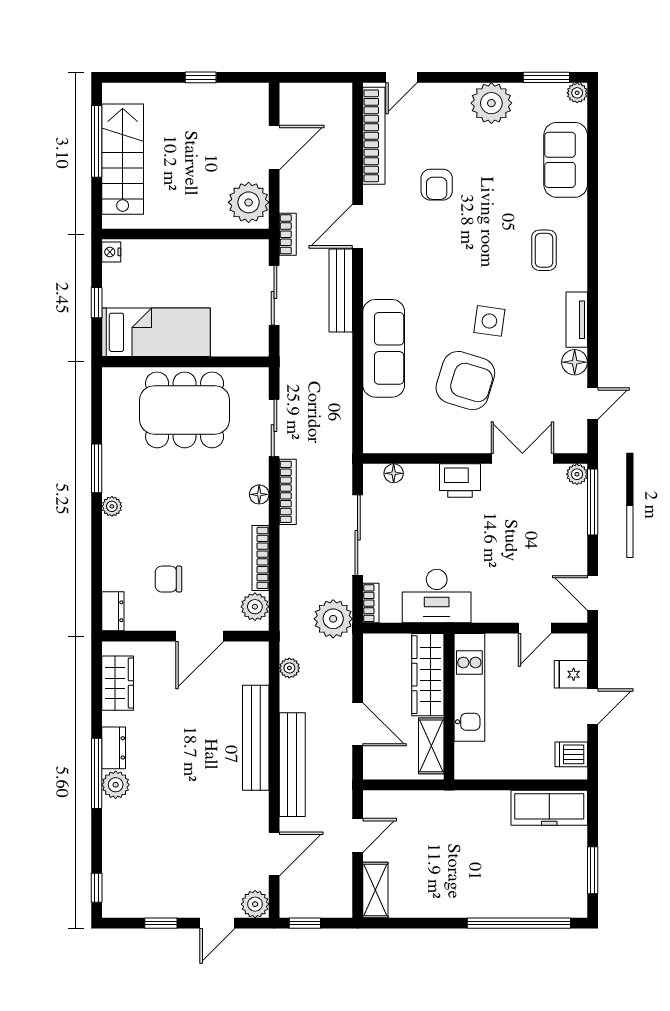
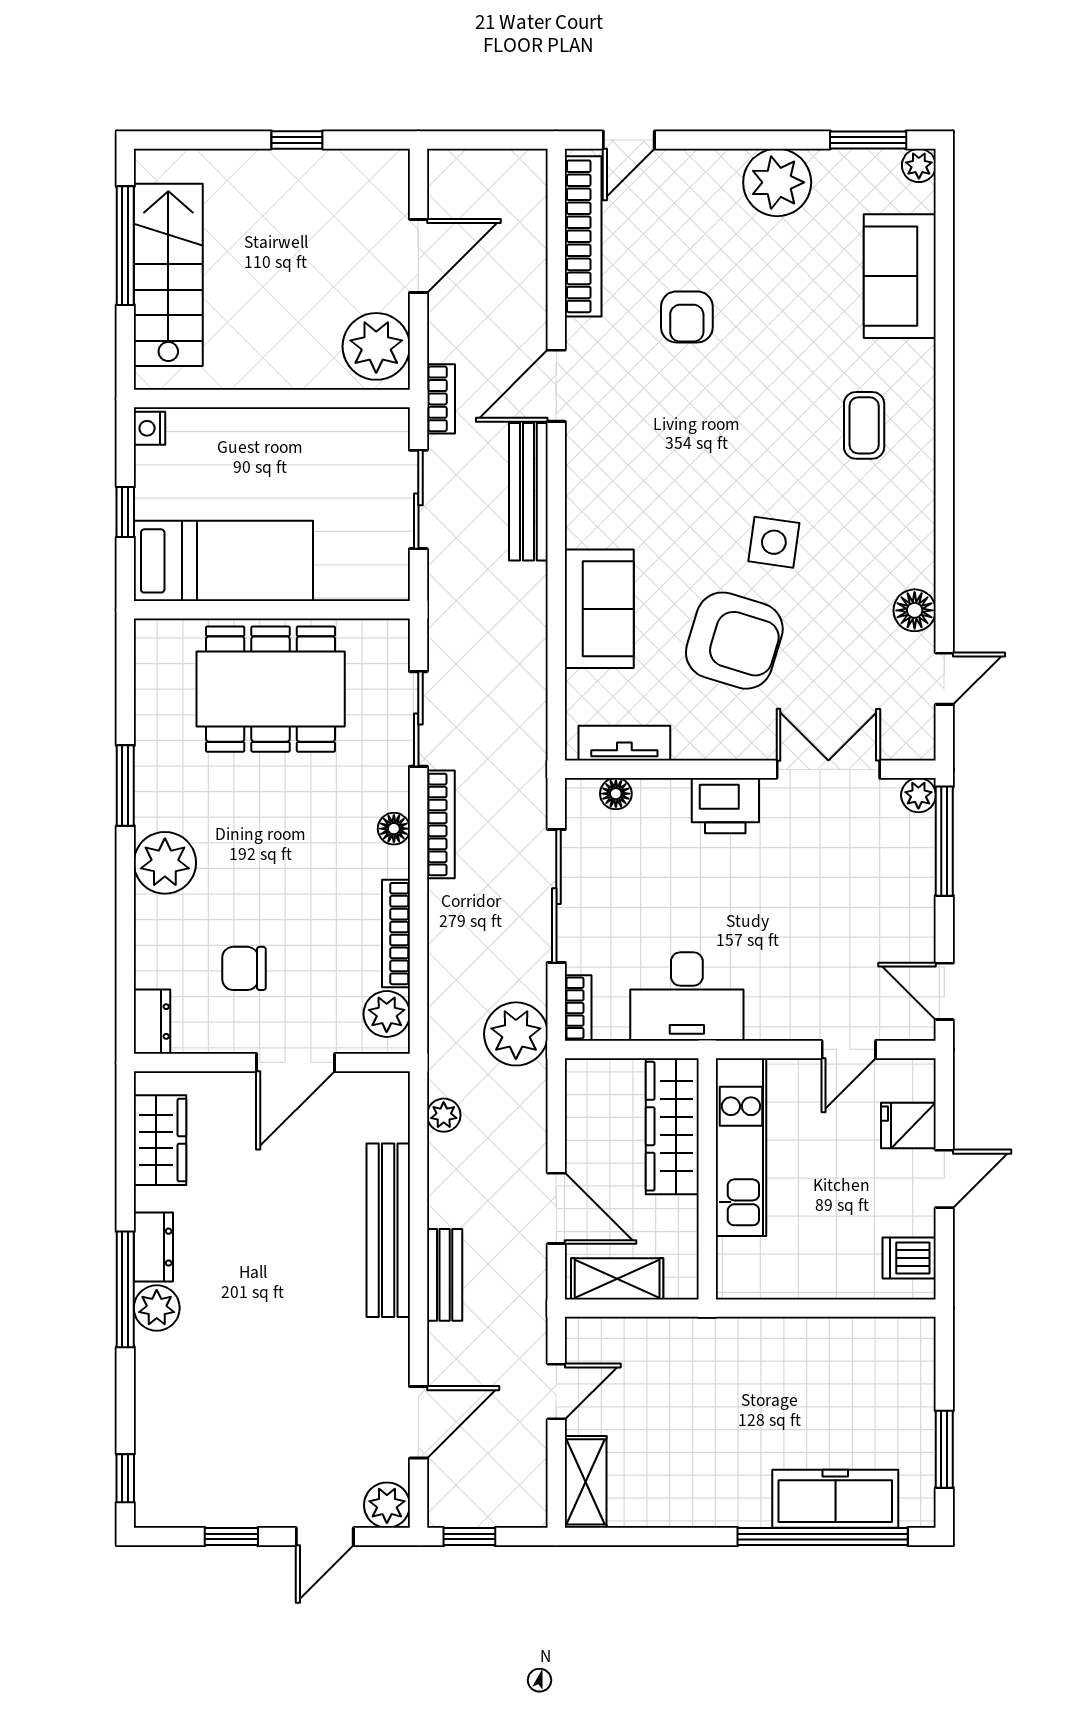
tv unit: (577, 320) -> (624, 743), moved, turned 90
sofa: (384, 348) -> (599, 609), width x0.73
plant: (112, 506) -> (165, 863), width x1.88, depth x1.88
shelving: (431, 746) -> (617, 1279), moved, turned 90
bench: (292, 765) -> (445, 1275), width x0.54, depth x0.82
freezer: (549, 808) -> (835, 1499), moved, turned 180

